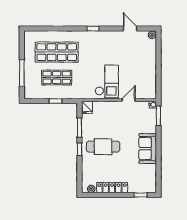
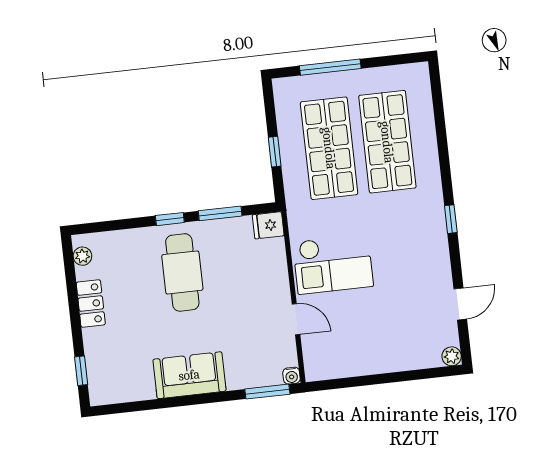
shop shelf: (57, 78) -> (329, 148), width x1.43, depth x1.36
locker: (112, 188) -> (91, 303), width x0.66

